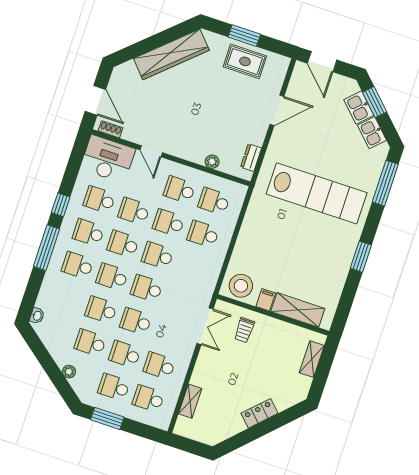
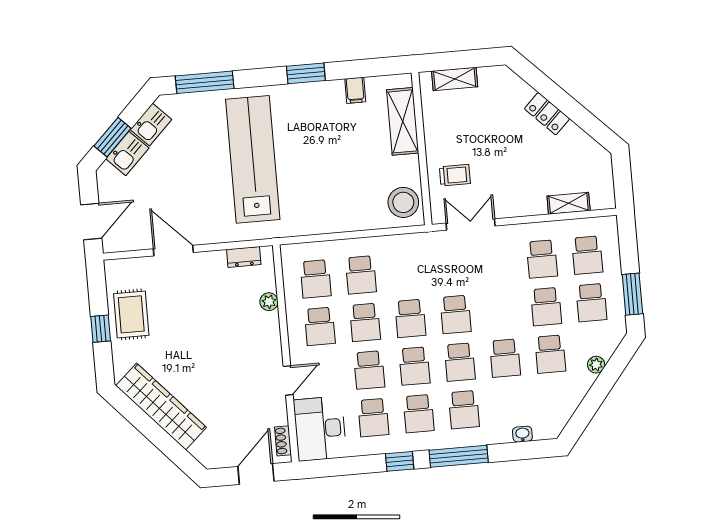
window: (244, 36) -> (101, 329), width x0.67
filing cabinet: (266, 300) -> (355, 90), moved, turned -90
washbasin: (37, 316) -> (522, 434), moved
school desk: (136, 321) -> (501, 311), removed

